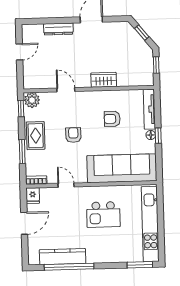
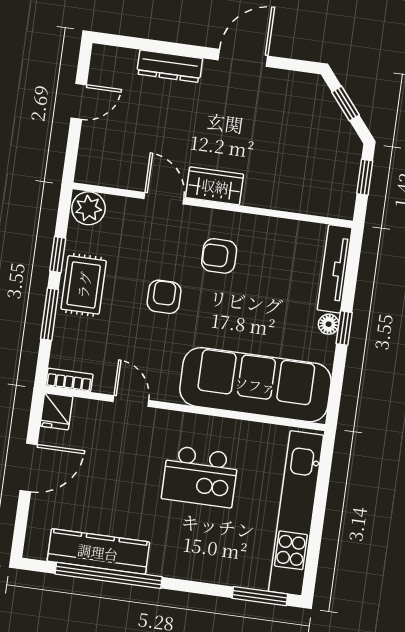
wardrobe: (104, 80) -> (215, 186), moved
window: (21, 109) -> (58, 255), moved
armchair: (112, 119) -> (219, 256), moved

